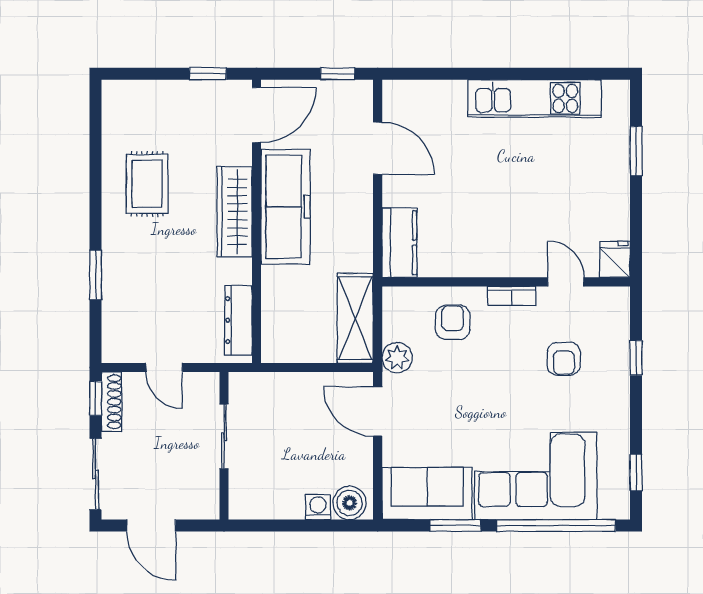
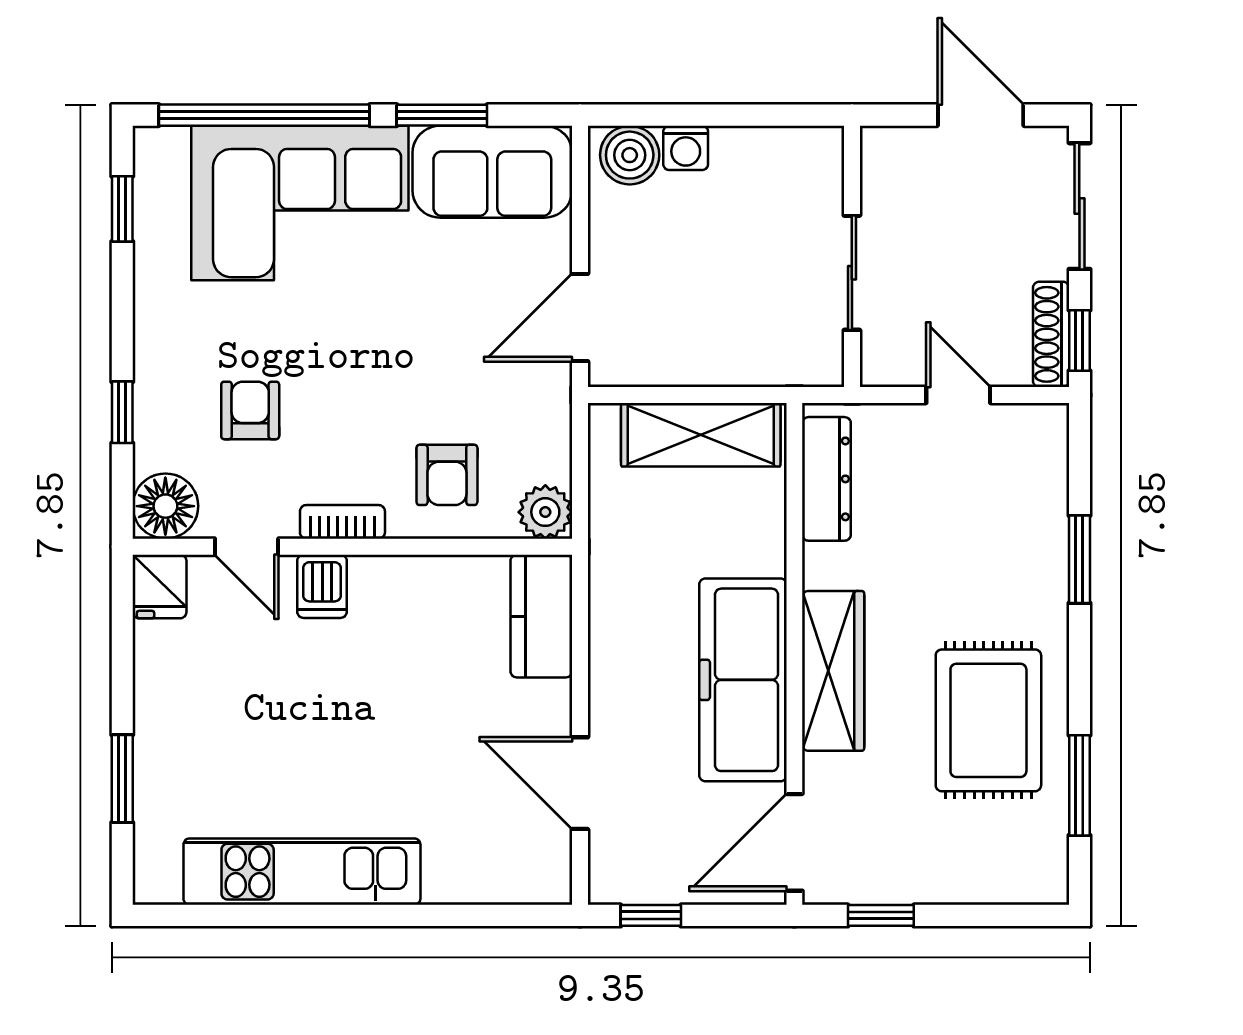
window: (96, 147) -> (1079, 785), added
rug: (147, 184) -> (988, 720), width x1.36, depth x1.43
dishwasher: (523, 260) -> (322, 586), added
floor lamp: (612, 305) -> (165, 506), added
shelving: (355, 318) -> (701, 435), moved, turned 90
plant: (397, 358) -> (545, 512), moved
door: (378, 411) -> (580, 317), swing flipped

